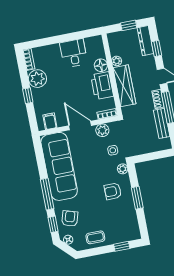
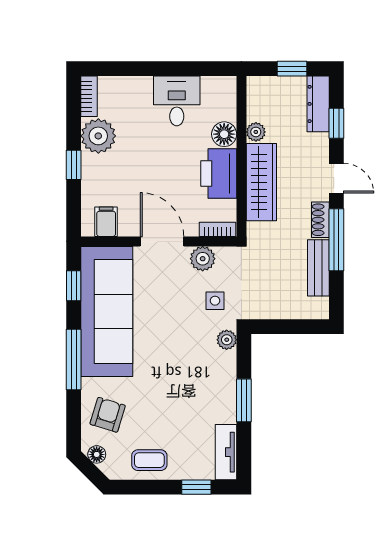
armchair: (113, 191) -> (200, 379), removed
window: (53, 224) -> (74, 286), moved
tv unit: (133, 226) -> (226, 452), added

